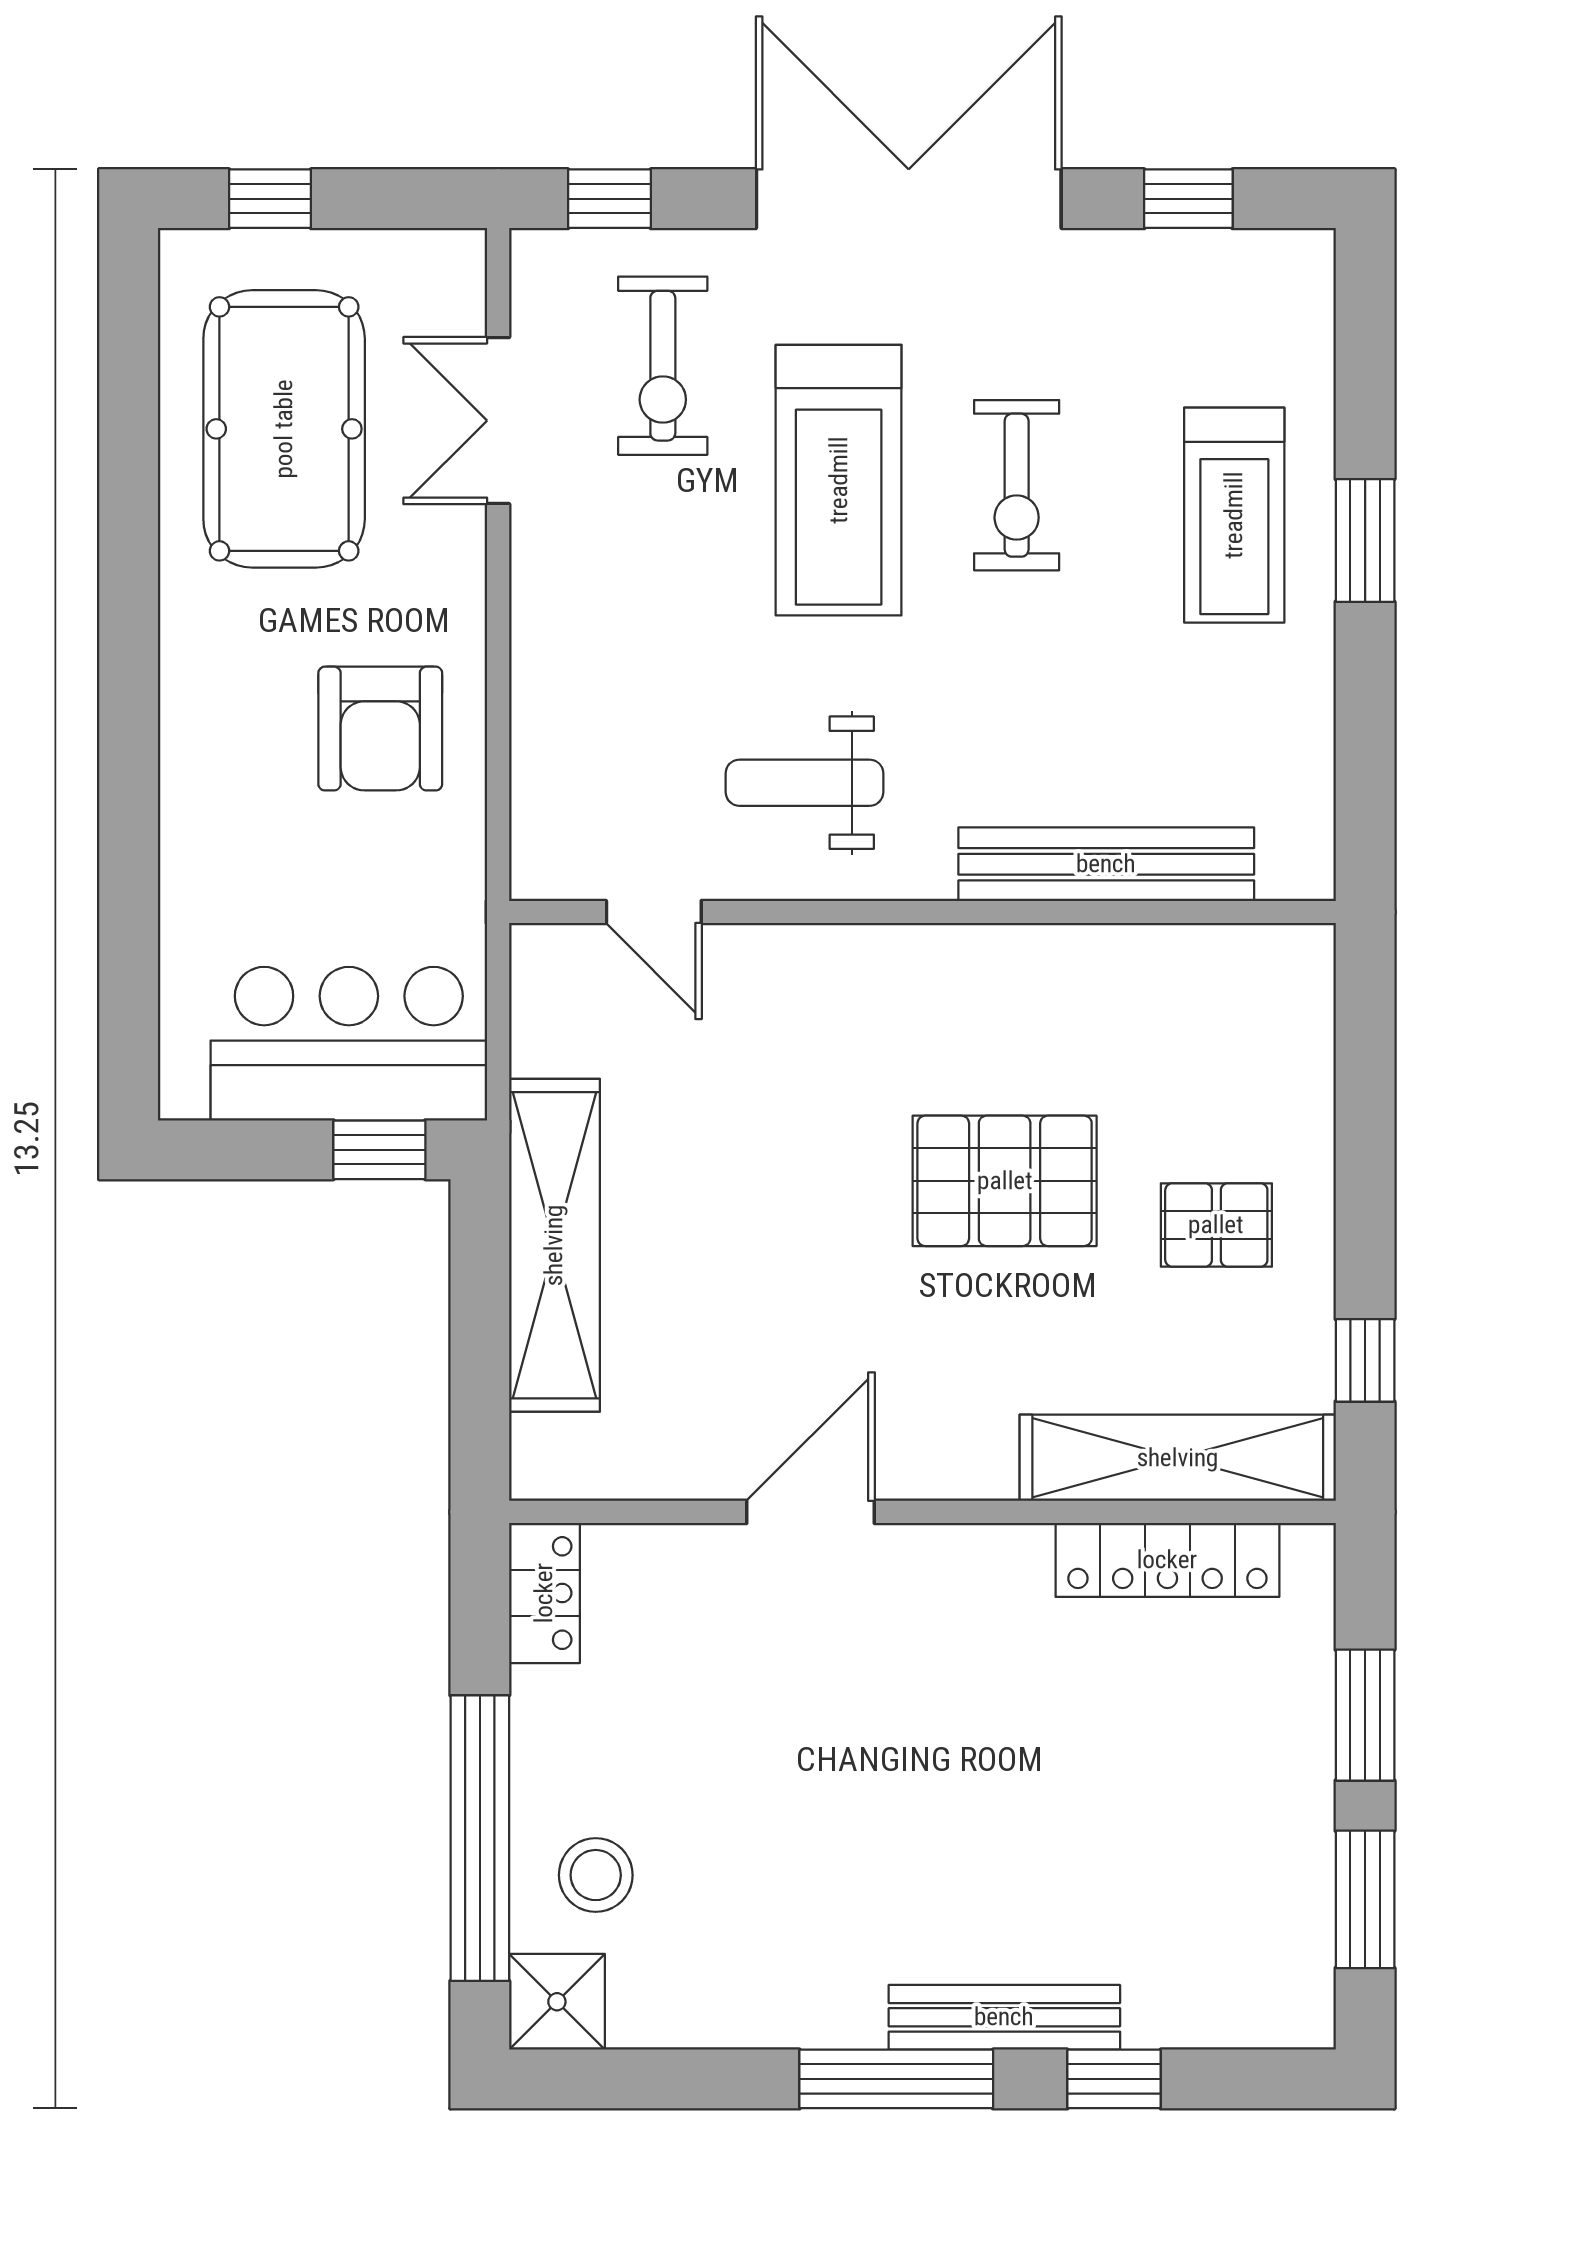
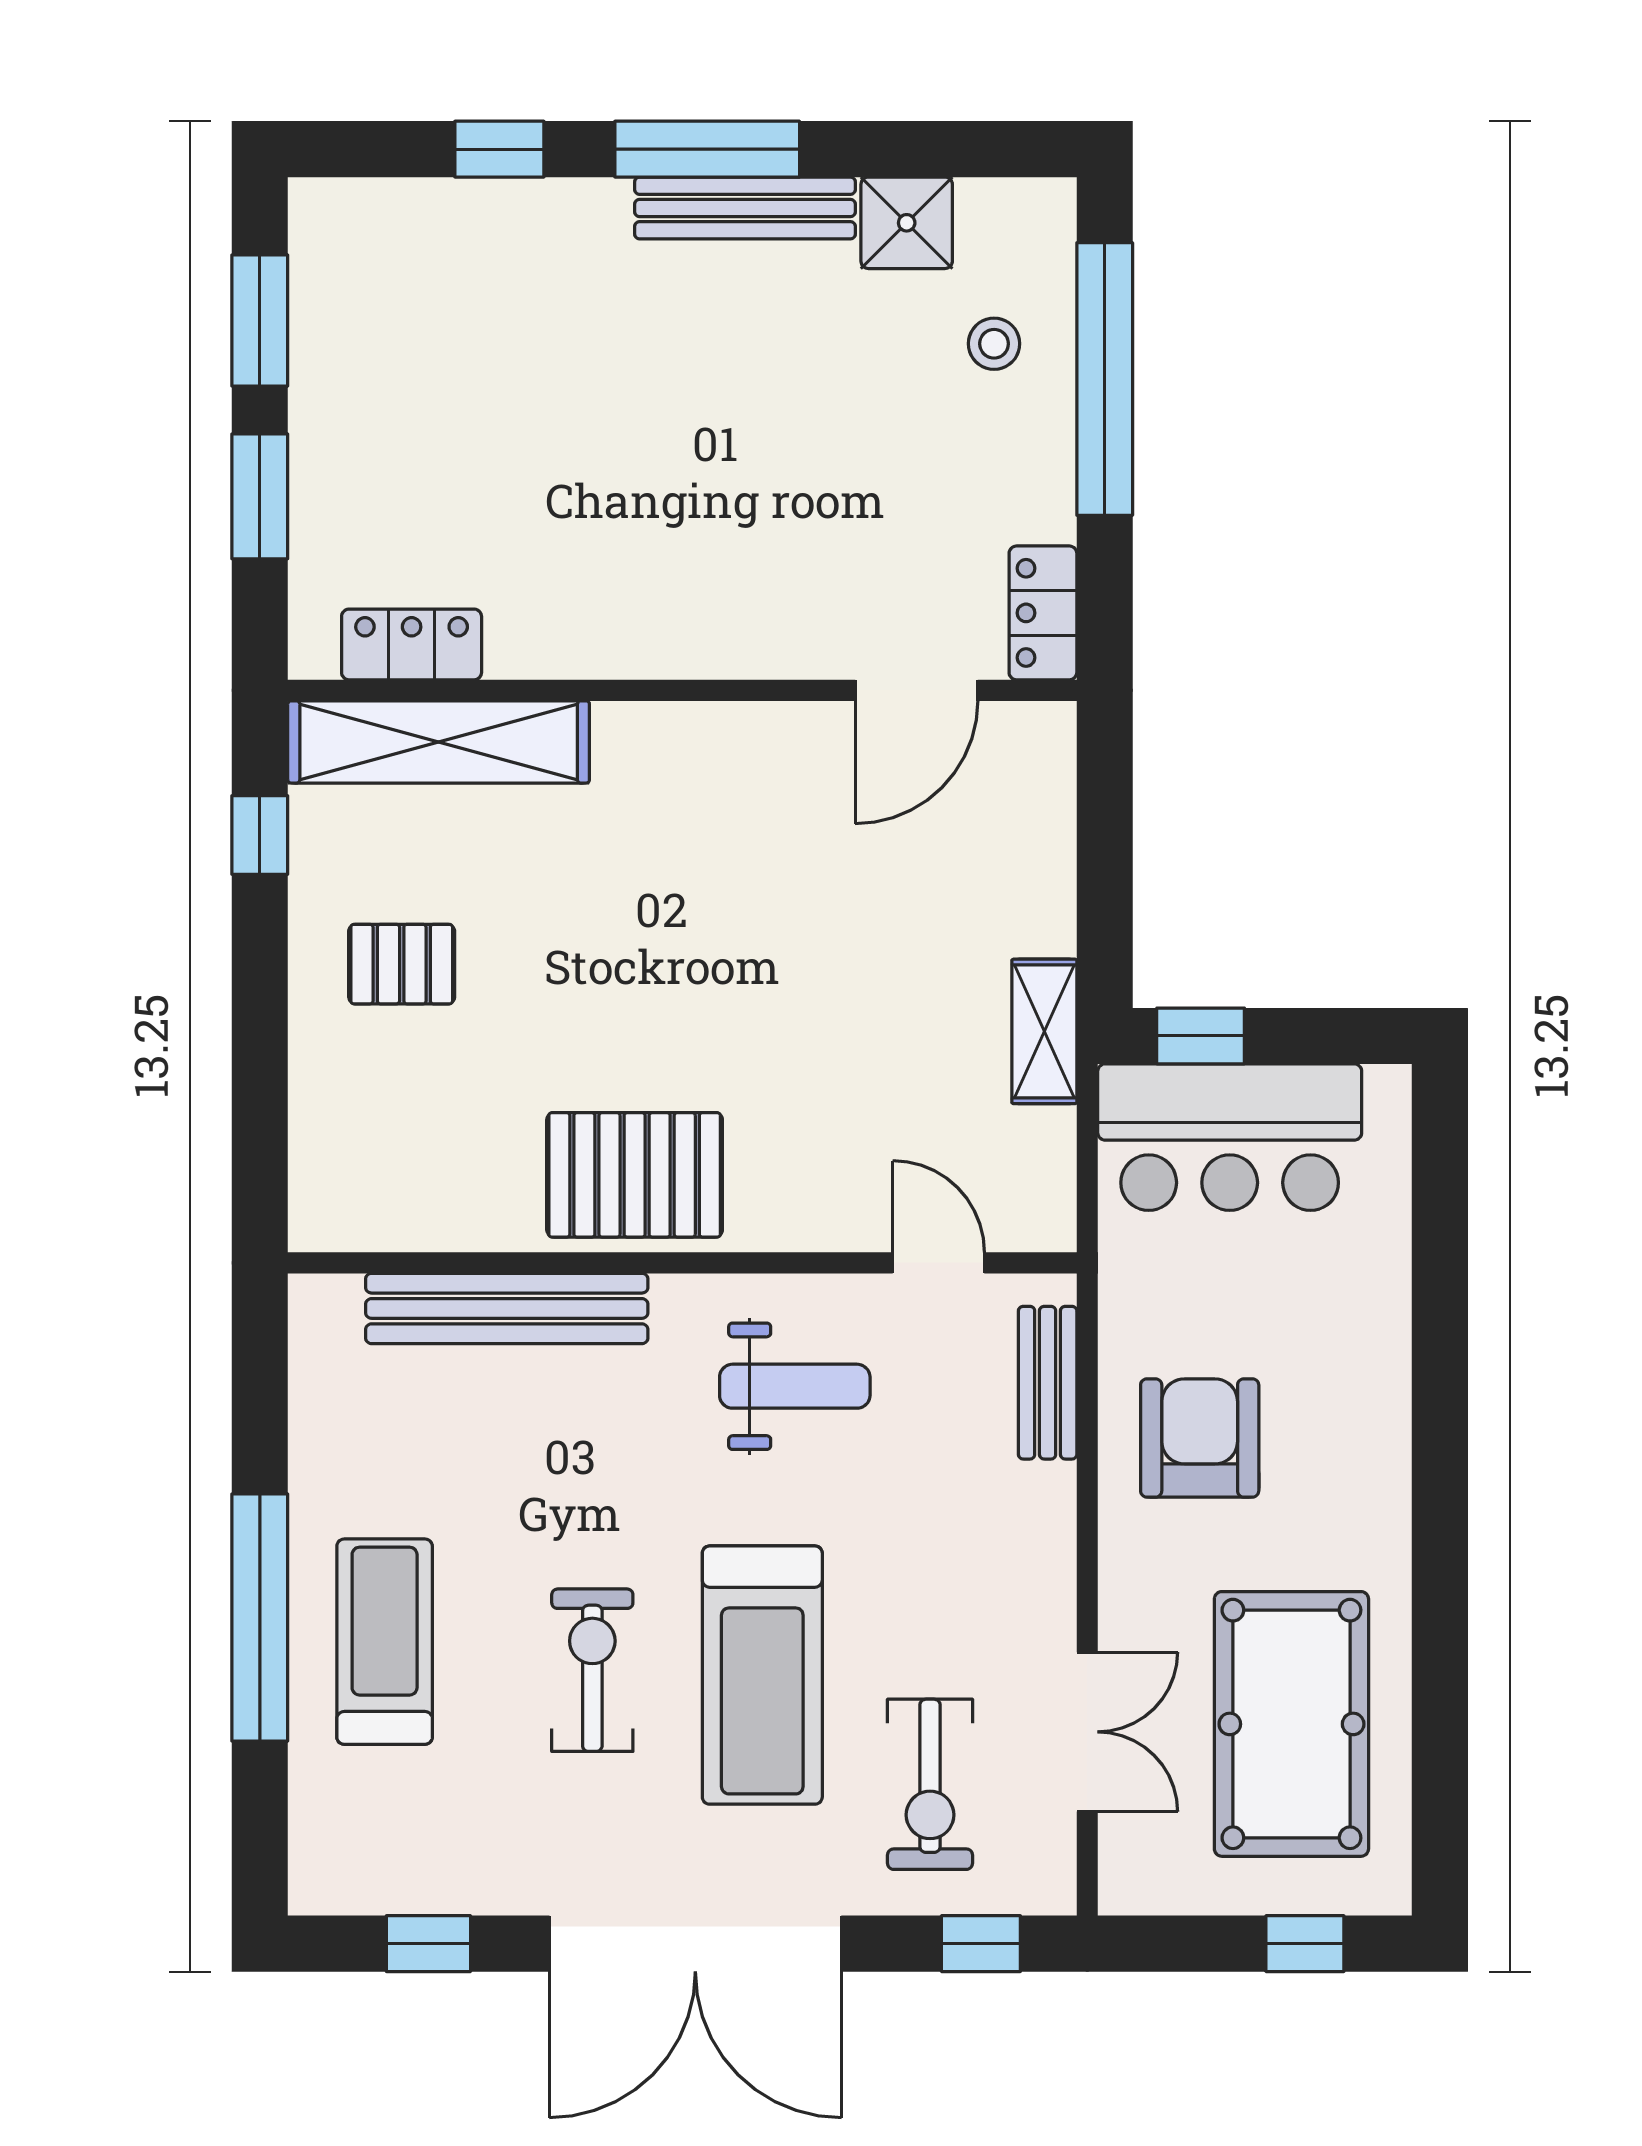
exercise bike: (663, 366) -> (930, 1784), turned 180
treadmill: (839, 480) -> (762, 1675), turned 180
window: (1365, 540) -> (260, 1617), width x2.11
bench: (540, 786) -> (1048, 1383), added
pallet: (1005, 1181) -> (635, 1175), moved
shelving: (554, 1245) -> (1044, 1031), width x0.45, depth x0.75
door: (810, 1512) -> (916, 690), moved
locker: (1167, 1560) -> (412, 644), width x0.66
stool: (596, 1875) -> (994, 344), width x0.73, depth x0.73
shower: (557, 2002) -> (907, 223), moved
bench: (1004, 2017) -> (745, 208), moved

